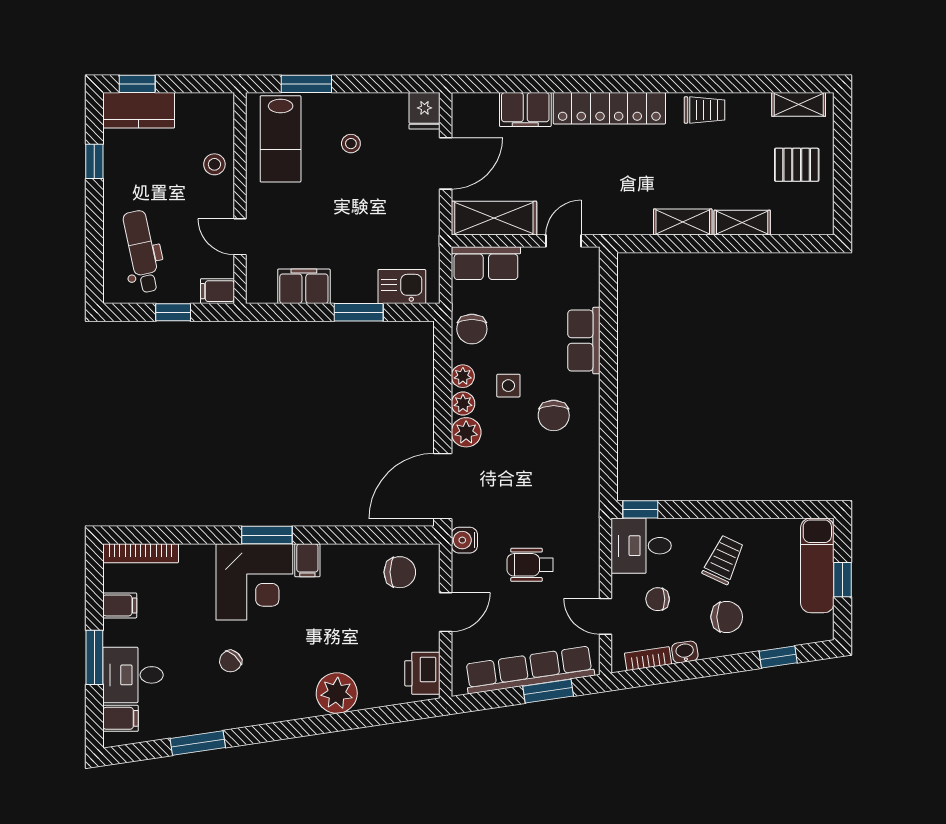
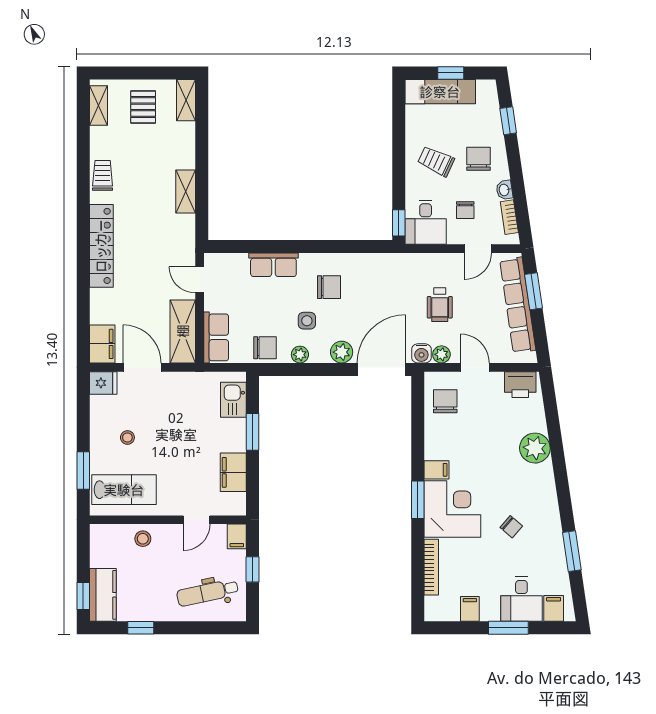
filing cabinet: (525, 110) -> (102, 344), moved
shelving: (742, 223) -> (186, 100), moved
plant: (463, 404) -> (441, 354), moved
door: (443, 486) -> (381, 369), swing flipped
bookcase: (141, 553) -> (431, 567), moved

